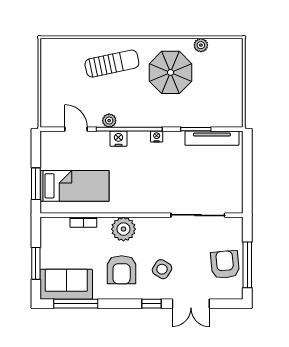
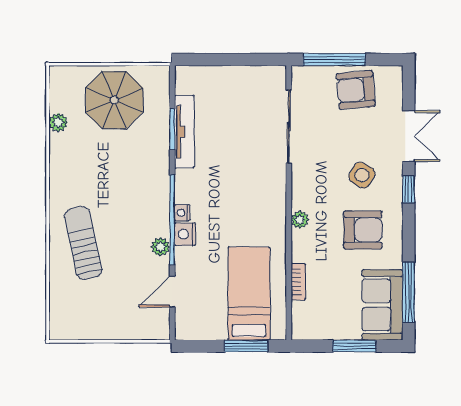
parasol: (171, 72) -> (114, 100), moved
nightstand: (157, 137) -> (182, 213), moved
tv unit: (212, 138) -> (184, 132), moved
plant: (123, 229) -> (300, 220), width x0.53, depth x0.53
window: (247, 265) -> (334, 60), moved

